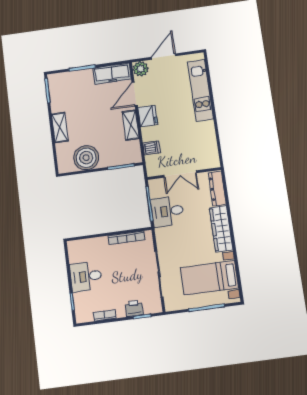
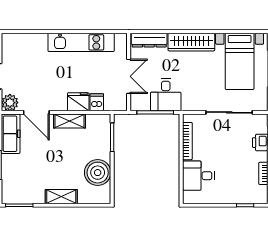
kitchen unit: (200, 90) -> (81, 42), moved
fridge: (148, 116) -> (78, 102), moved
desk: (86, 276) -> (198, 176), moved, turned 90

